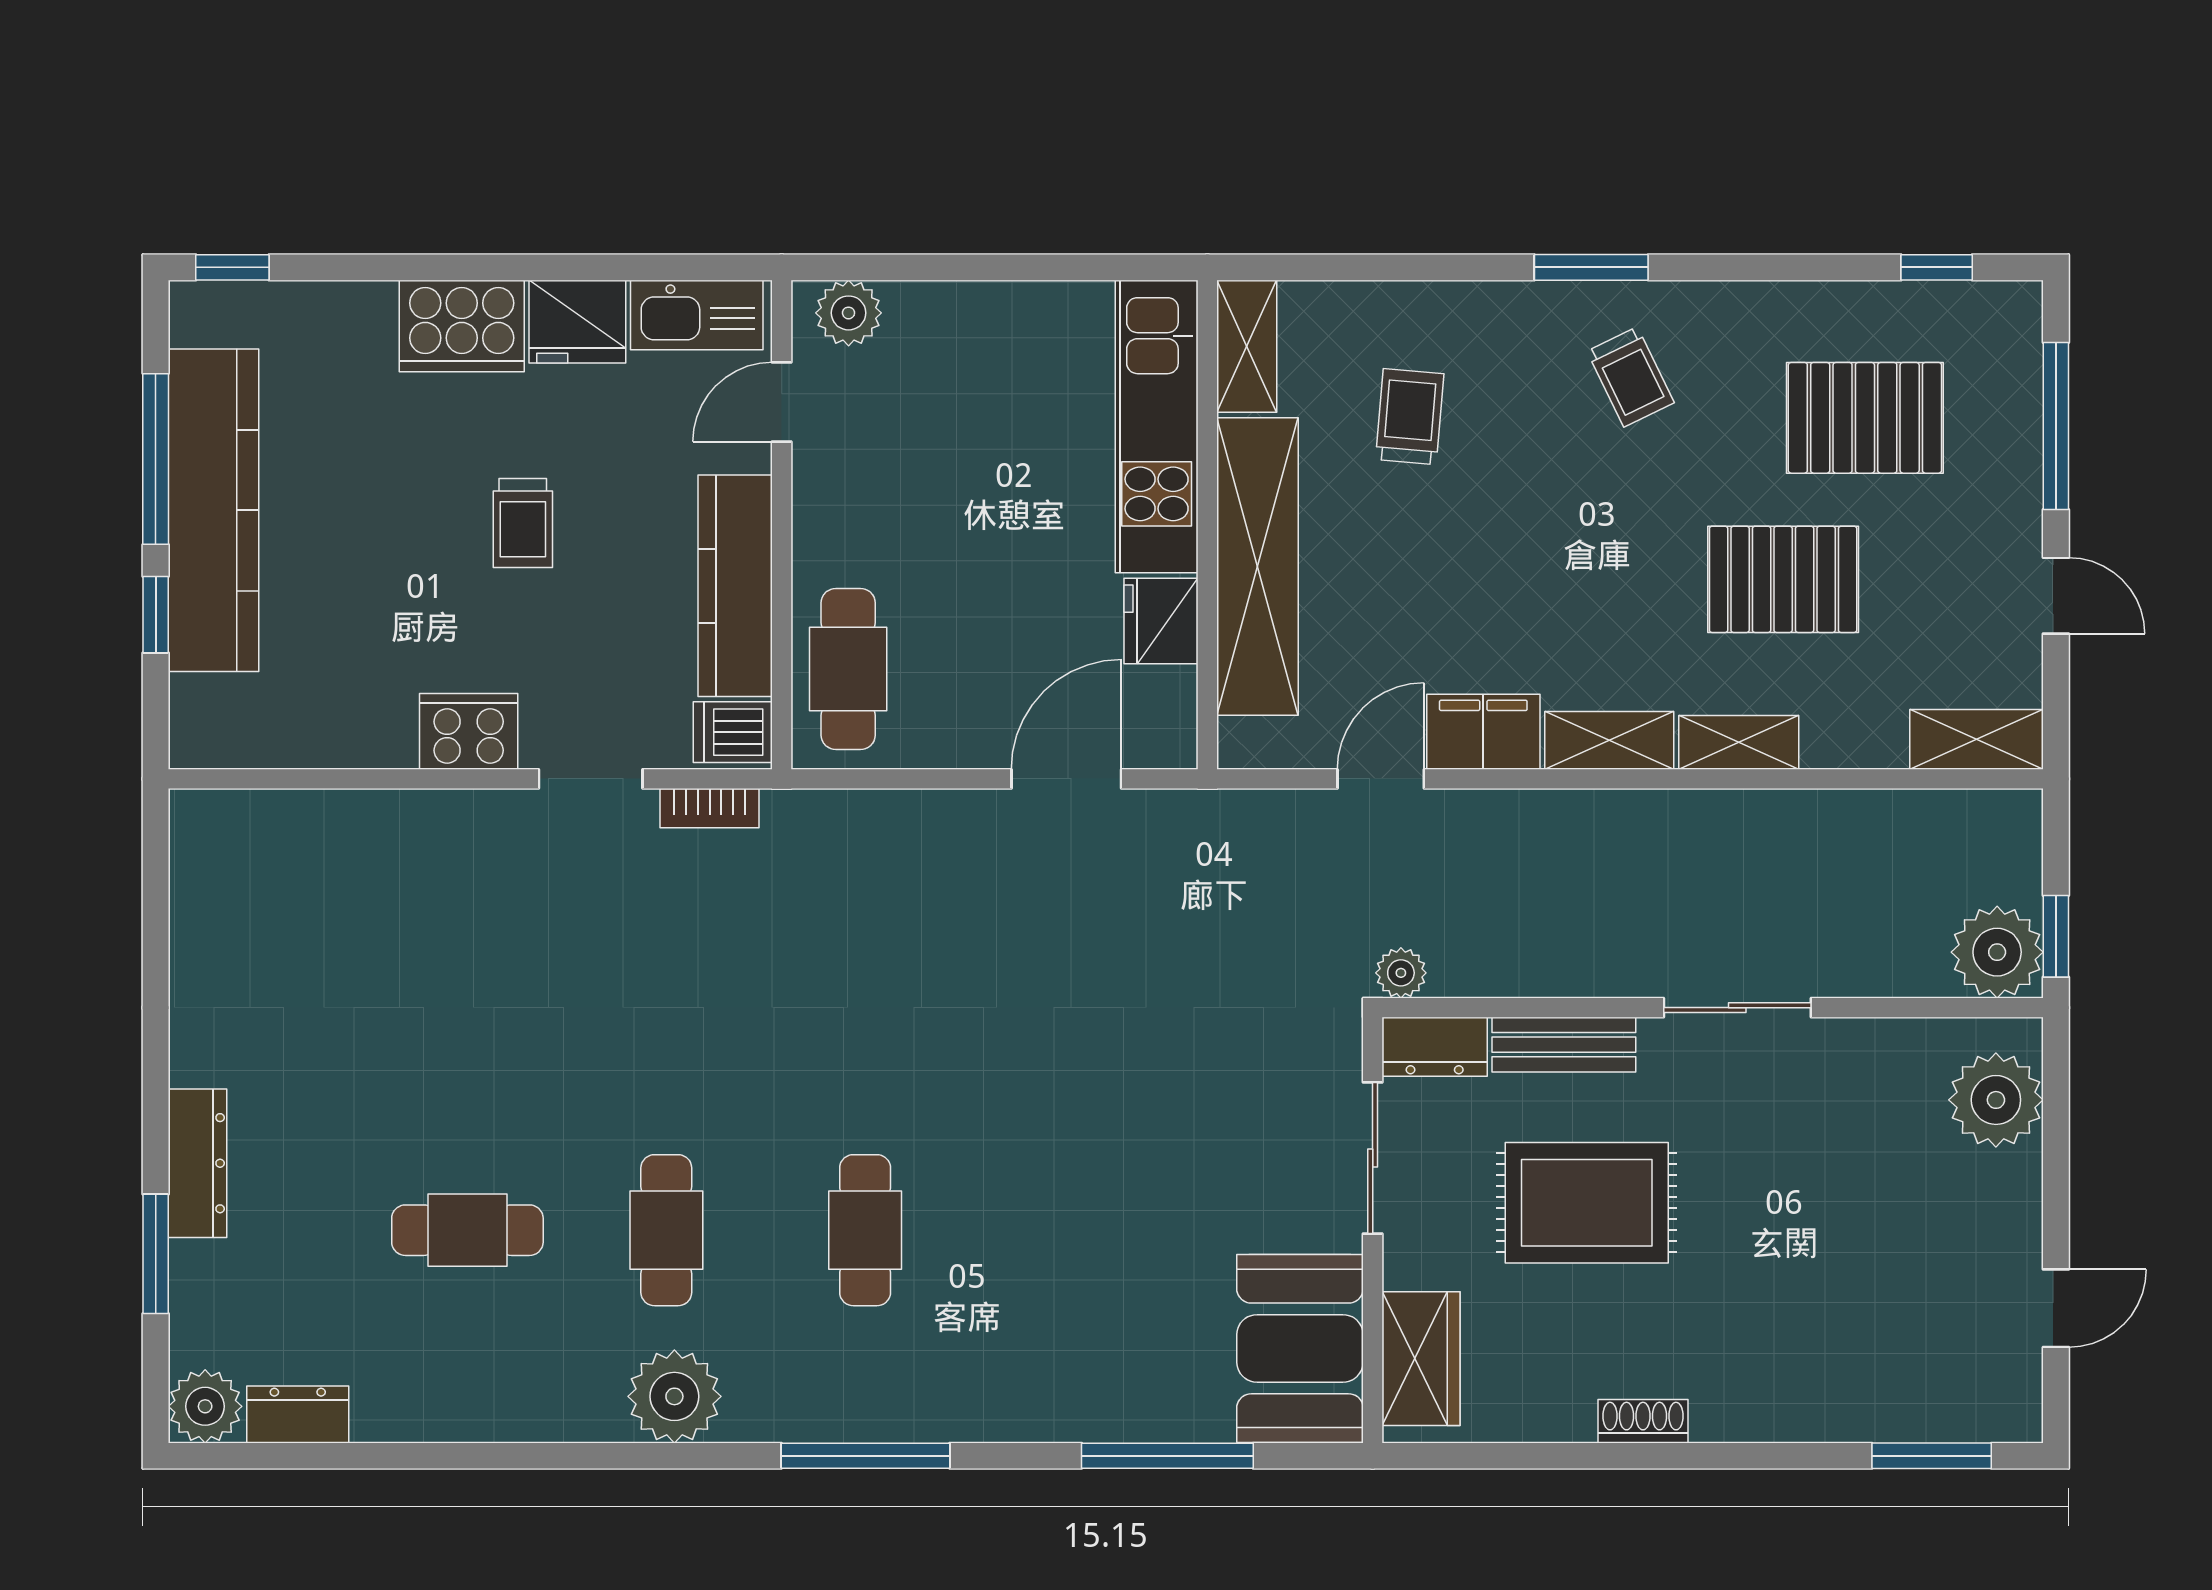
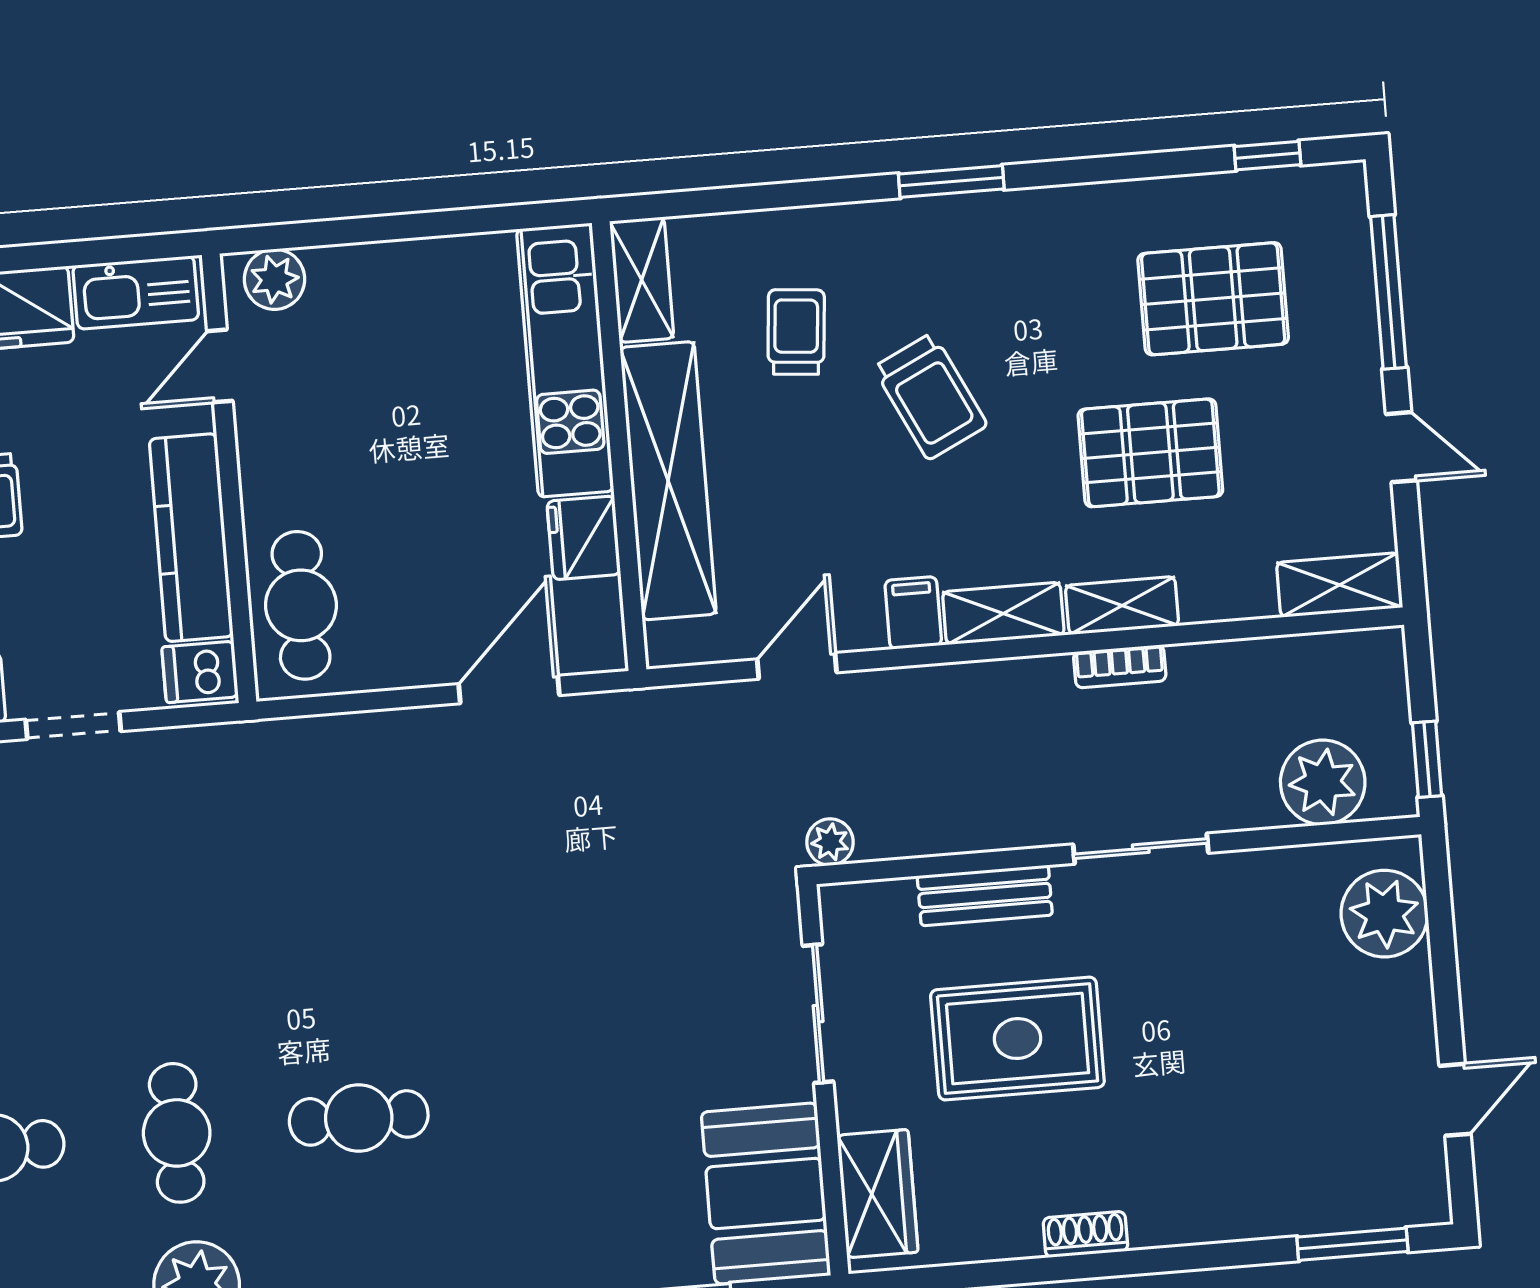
trolley: (1630, 377) -> (930, 396), moved, width x1.36, depth x1.39
filing cabinet: (1483, 732) -> (913, 613), width x0.50
bookcase: (710, 808) -> (1120, 666), moved
plant: (1997, 952) -> (1323, 782), moved
dresser: (1435, 1047) -> (866, 907), removed
cafe table: (865, 1230) -> (359, 1118), turned 90

